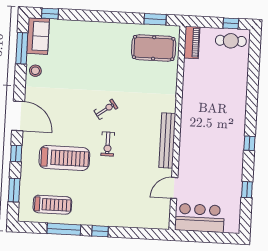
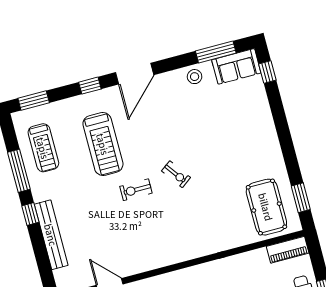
bench: (167, 141) -> (51, 235), moved, turned 90
window: (14, 190) -> (34, 101), moved

